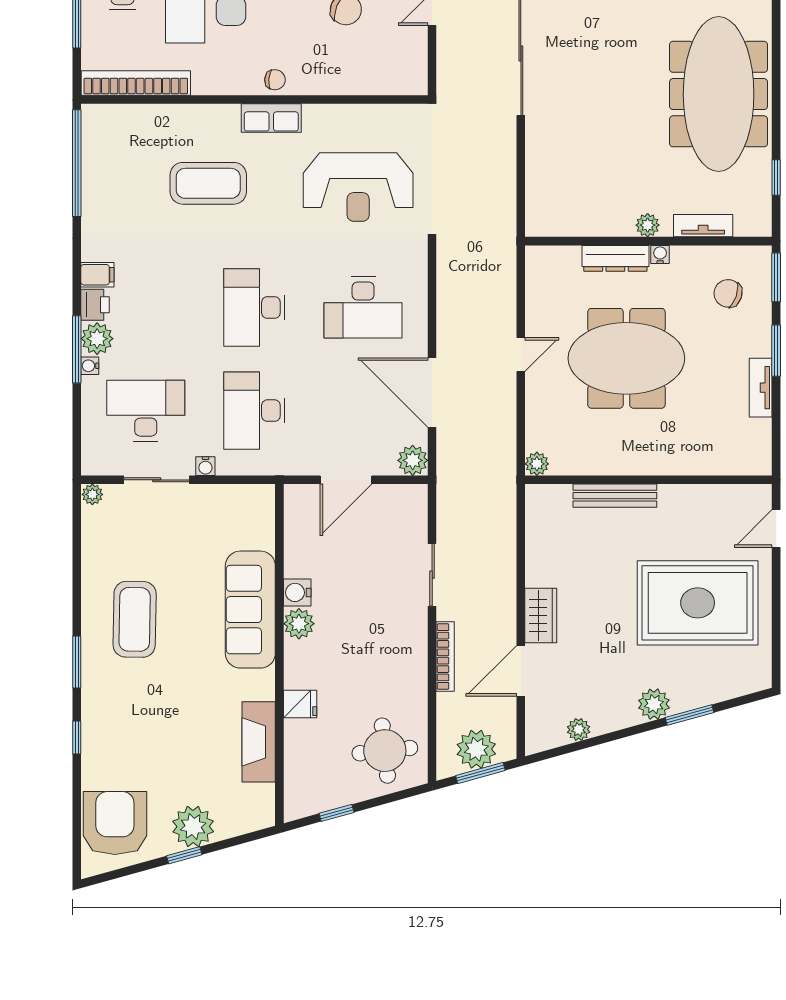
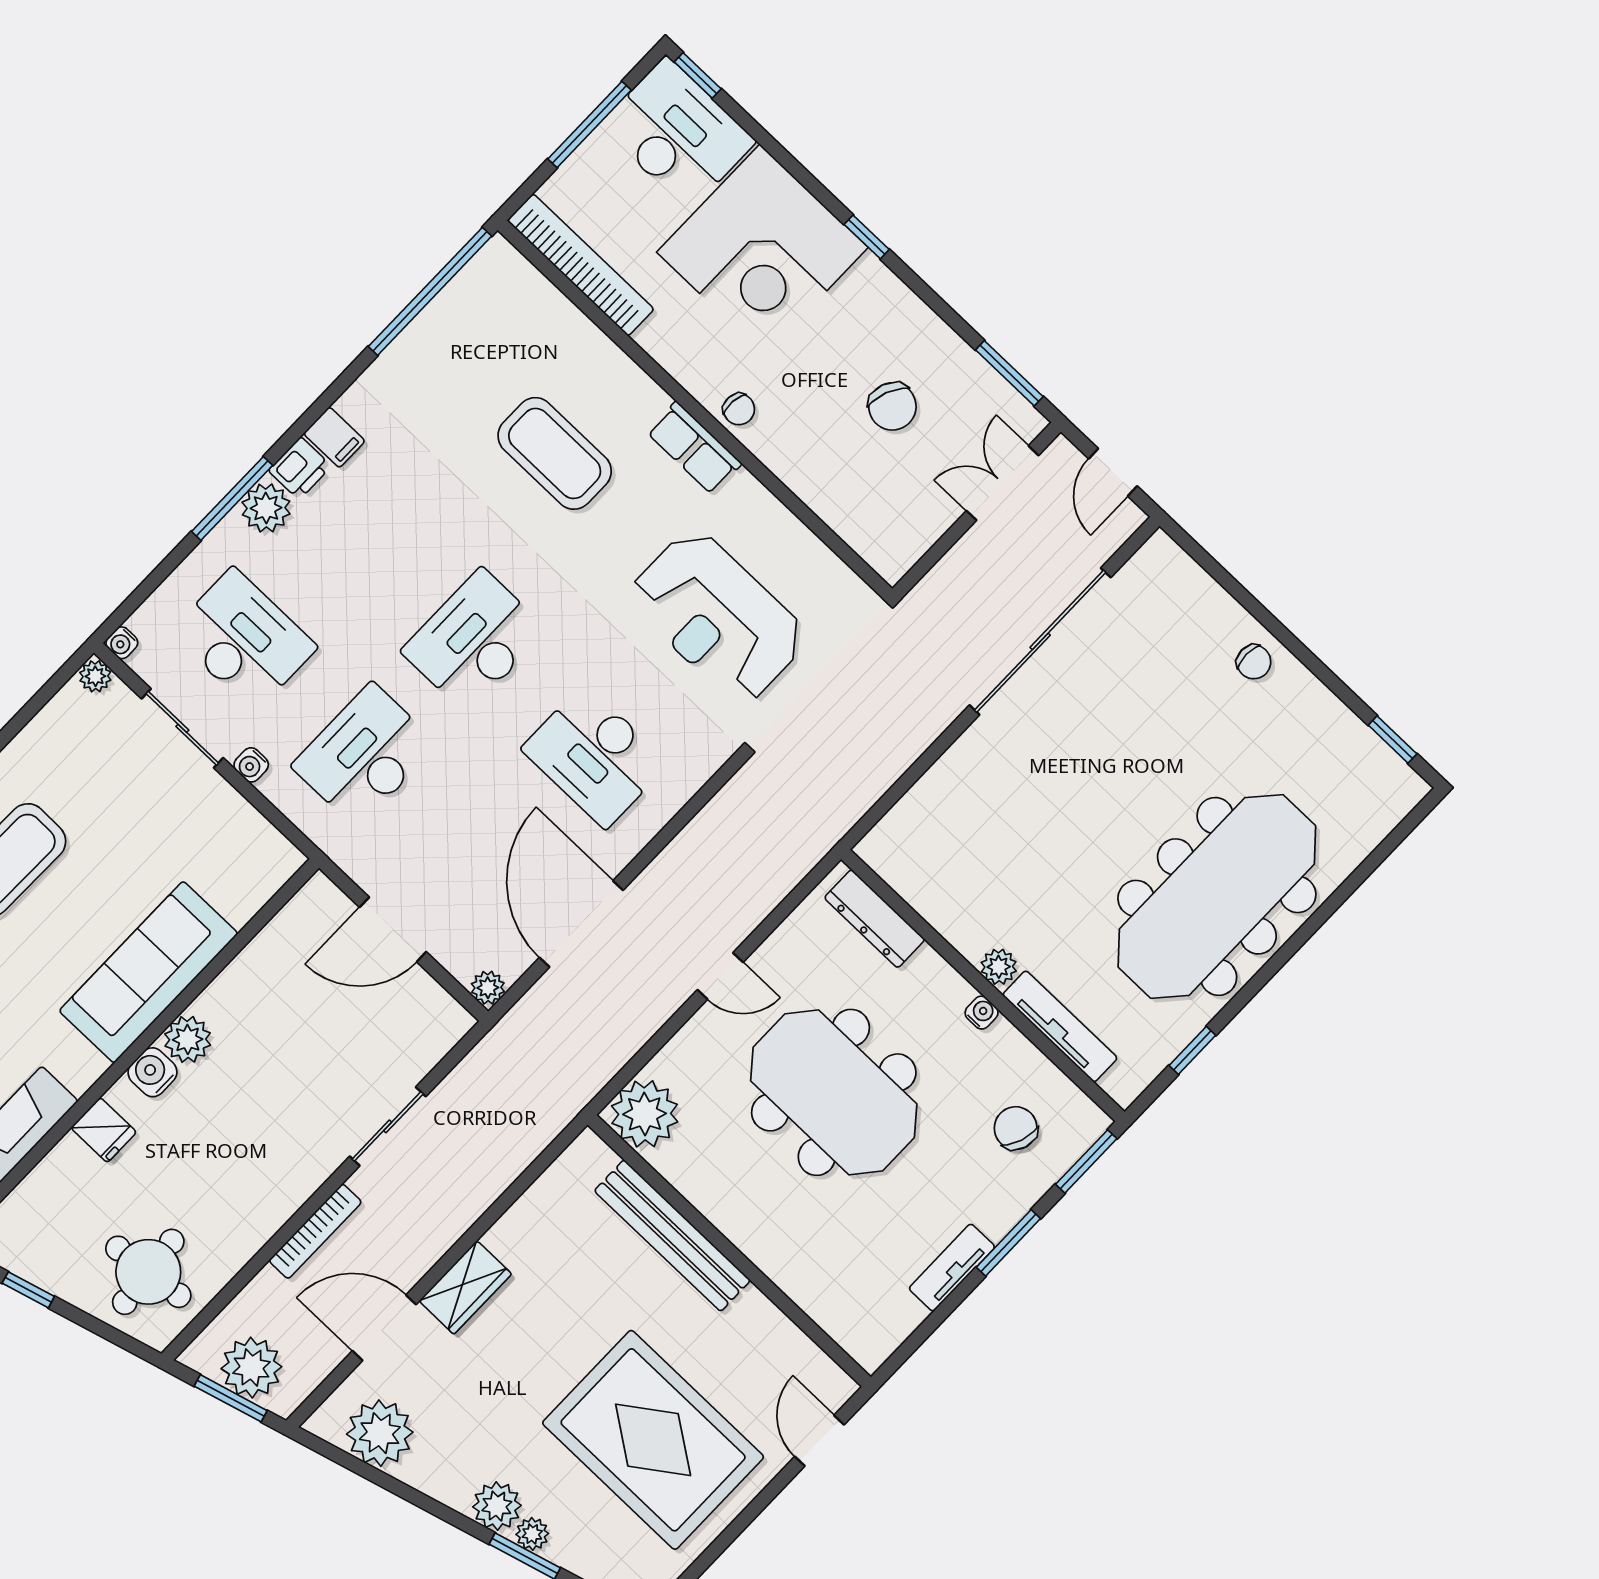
tv unit: (703, 226) -> (1060, 1026), width x1.41
dresser: (615, 258) -> (875, 919), moved
water cooler: (90, 366) -> (122, 643), moved, turned -90
plant: (413, 460) -> (488, 988), width x0.73, depth x0.73
plant: (537, 464) -> (645, 1114), width x1.87, depth x1.87
bench: (615, 496) -> (672, 1236), width x1.37, depth x1.21
door: (776, 528) -> (819, 1441), hinge flipped
water cooler: (297, 592) -> (153, 1072), moved
plant: (683, 701) -> (532, 1534), added
plant: (579, 729) -> (380, 1433), width x1.88, depth x1.88

